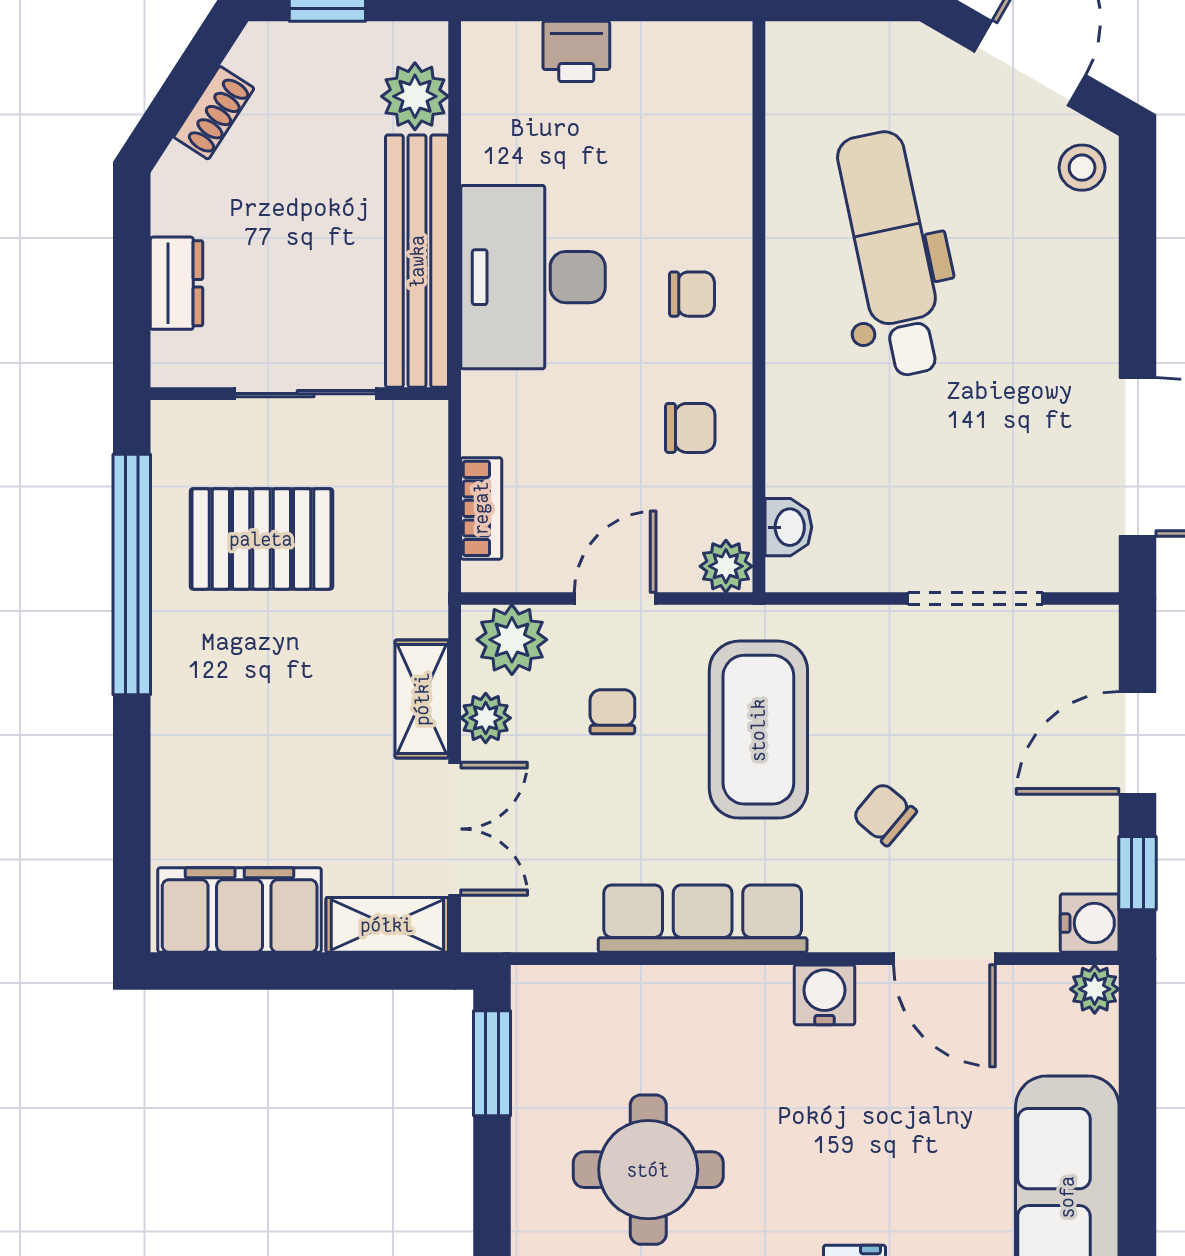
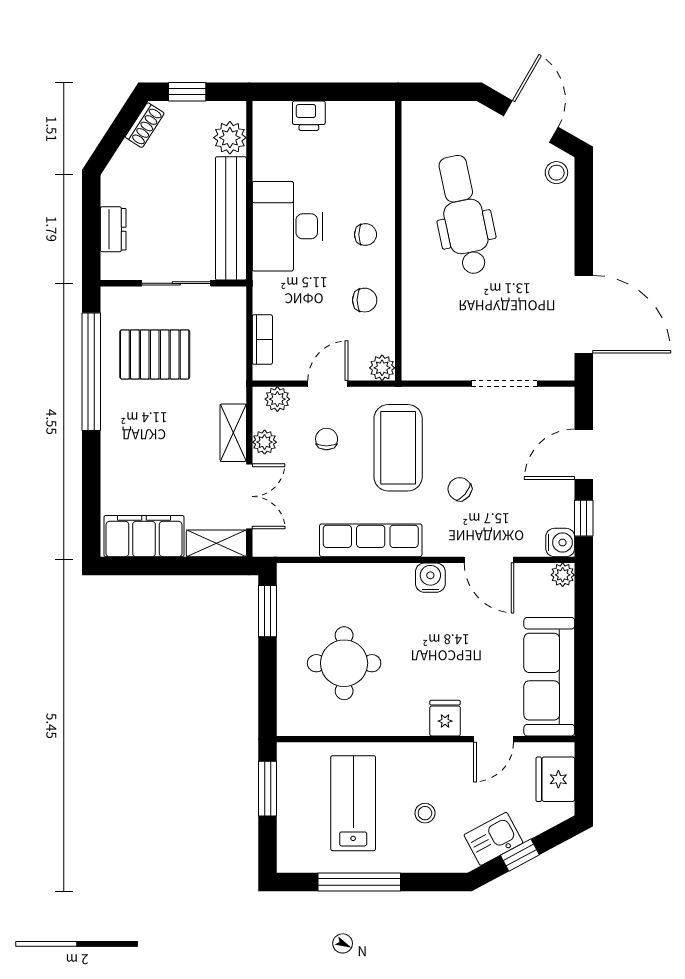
shoe rack: (214, 113) -> (145, 125), moved
washbasin: (788, 527) -> (413, 349), removed
plant: (512, 640) -> (277, 399), width x0.73, depth x0.73

